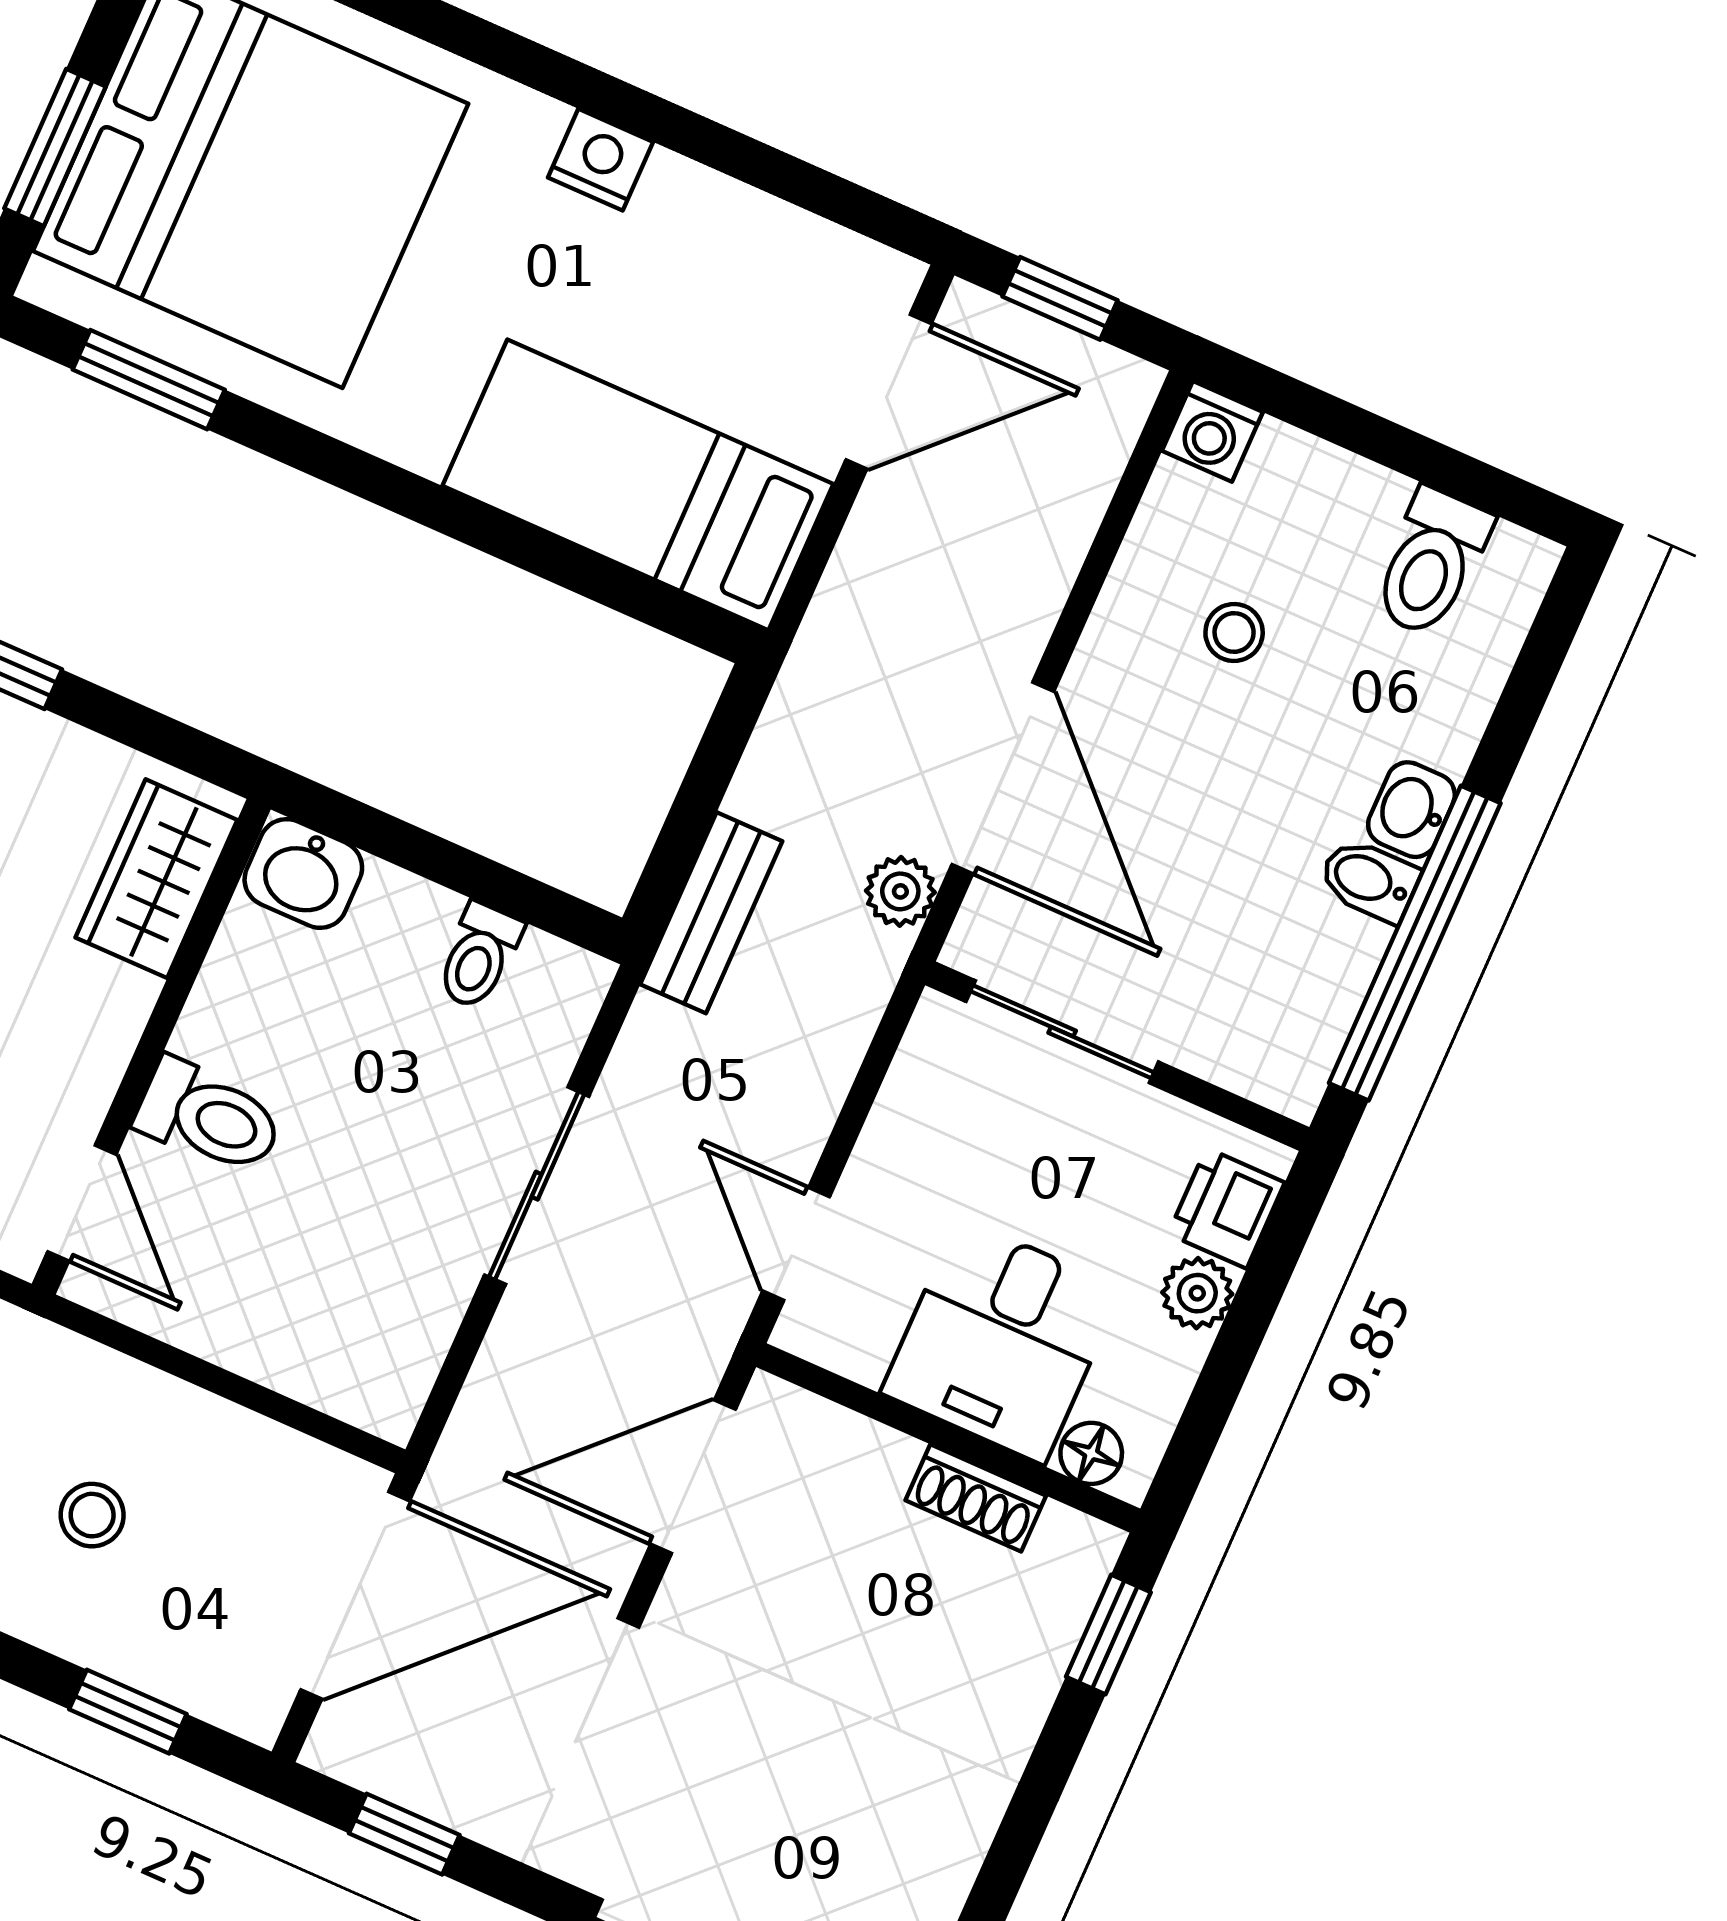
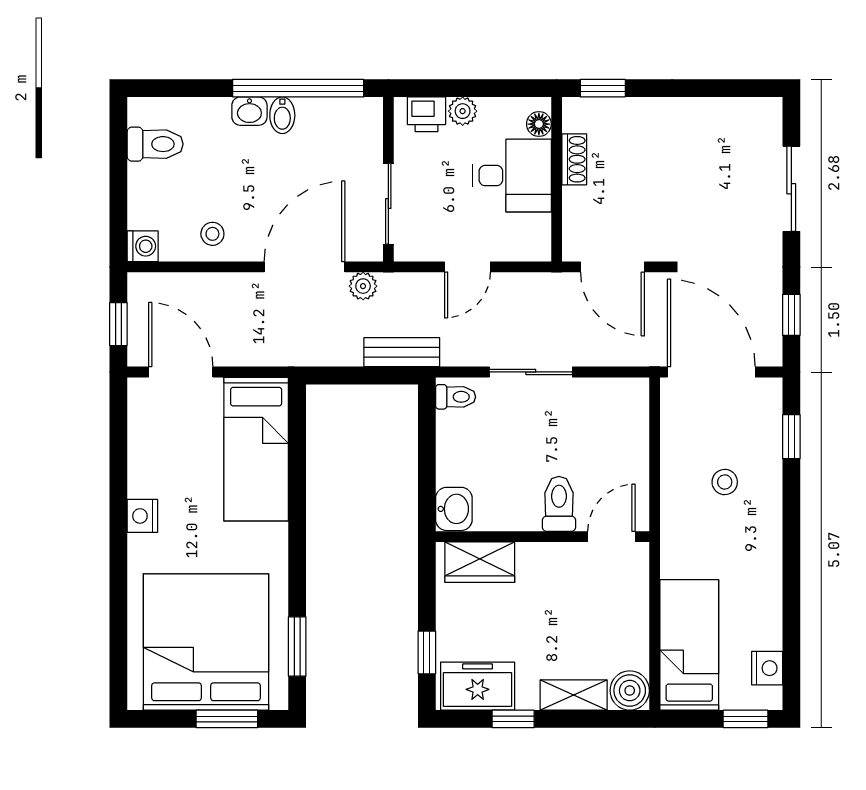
stool: (1234, 632) -> (212, 234), moved
toilet: (479, 956) -> (456, 397), moved
door: (796, 1244) -> (467, 267), moved

